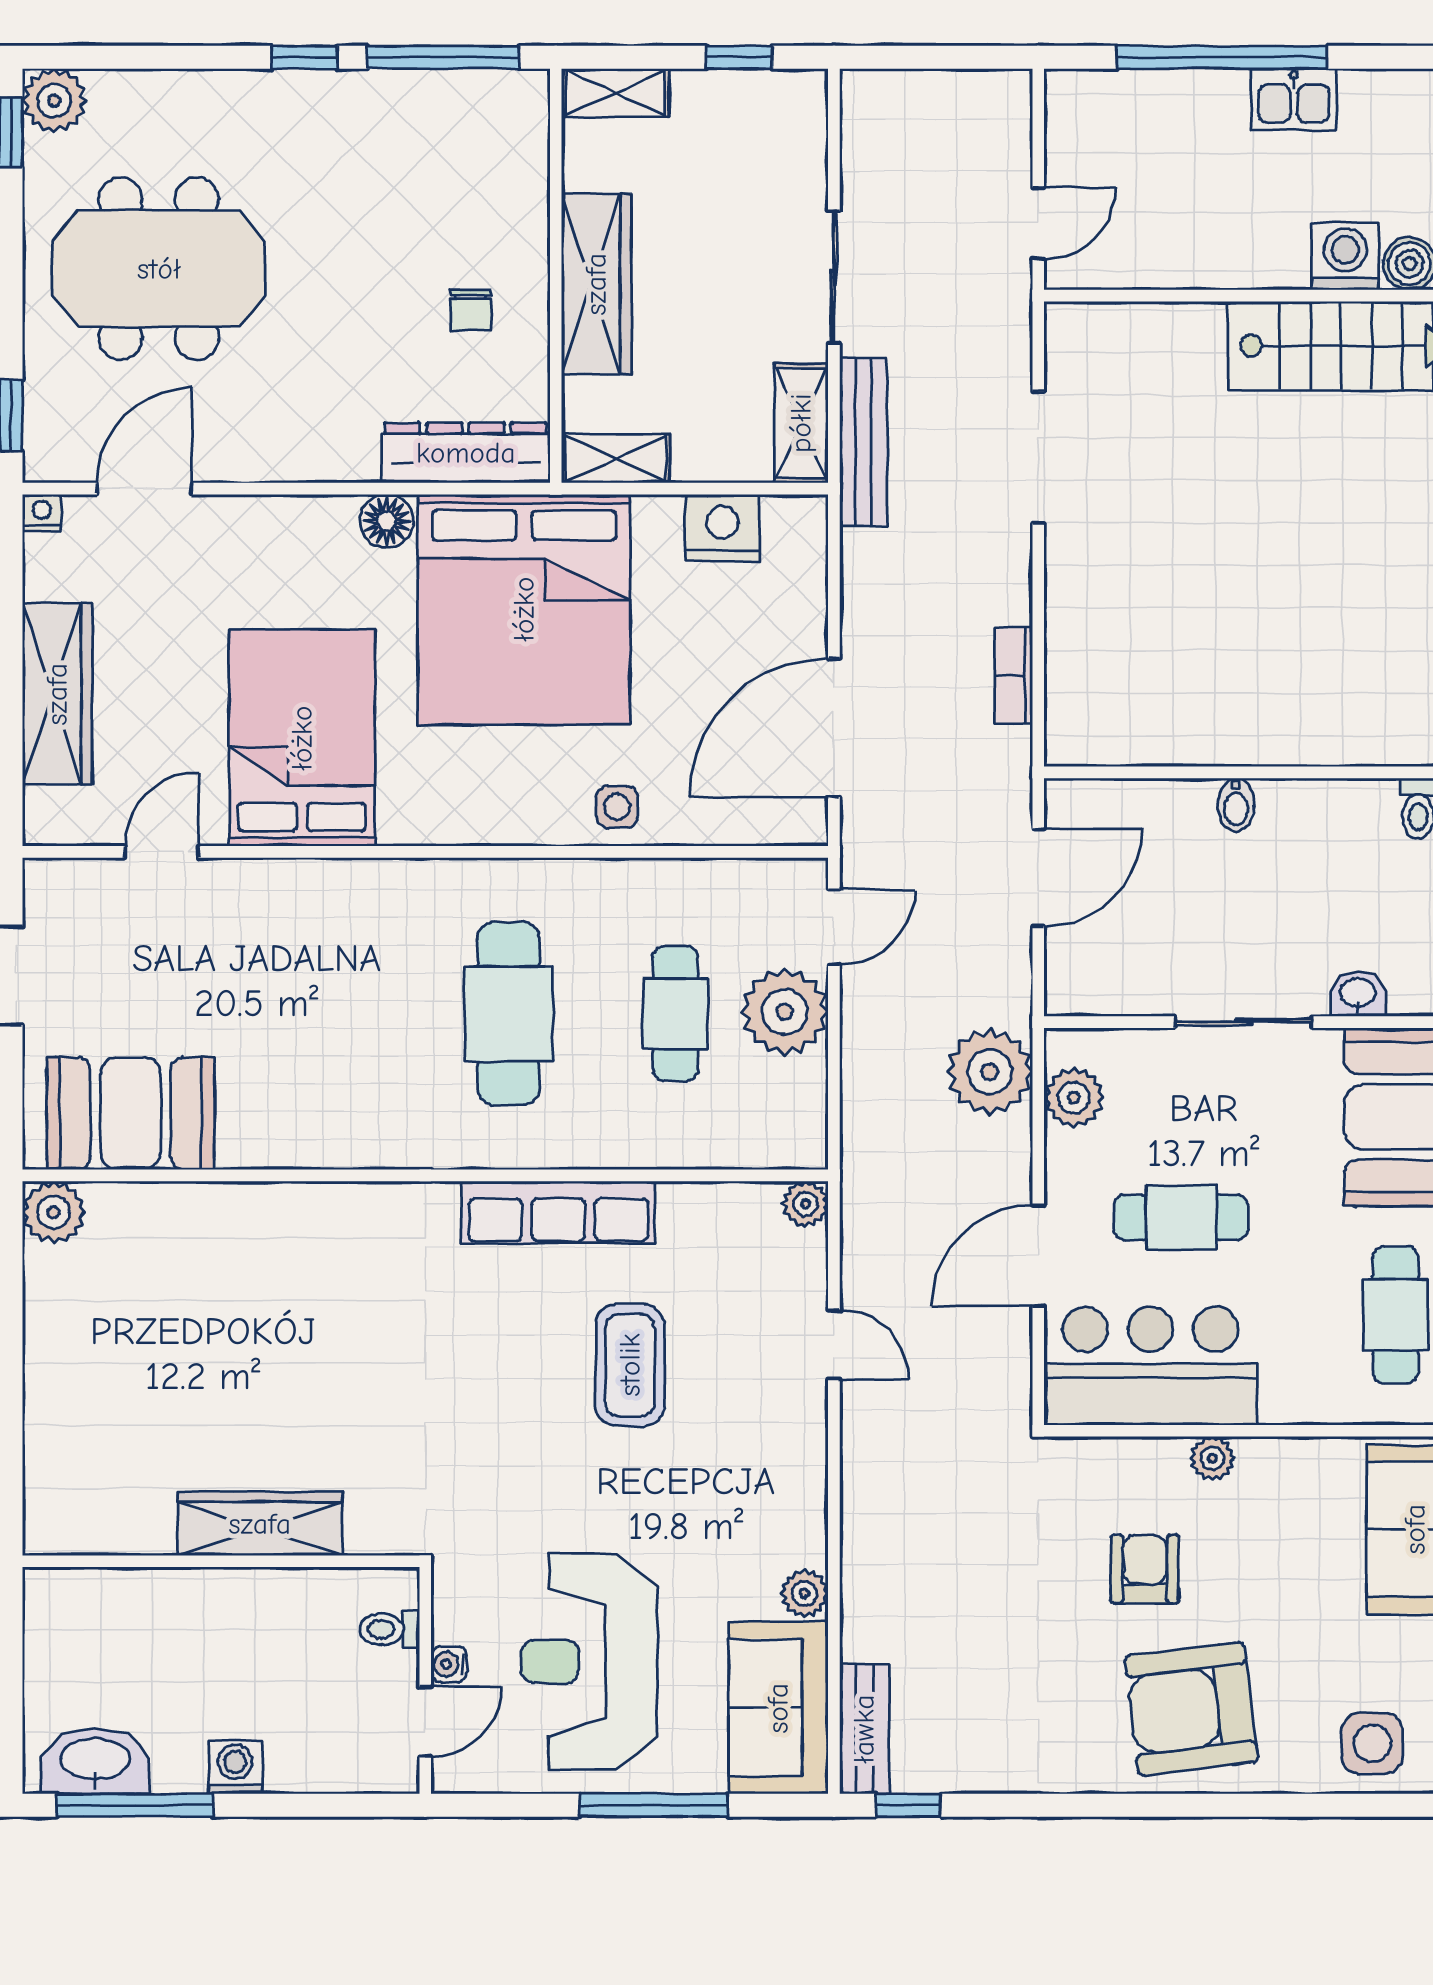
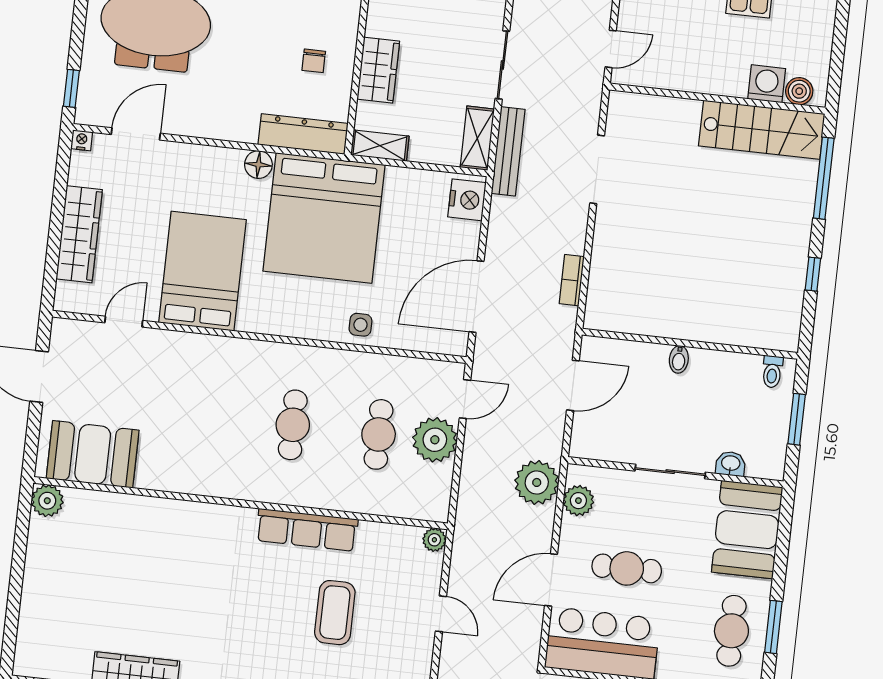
wardrobe: (596, 284) -> (378, 70), width x0.67
nightstand: (722, 528) -> (467, 200), moved, turned 90
cafe table: (509, 1014) -> (293, 425), width x0.73, depth x0.74

